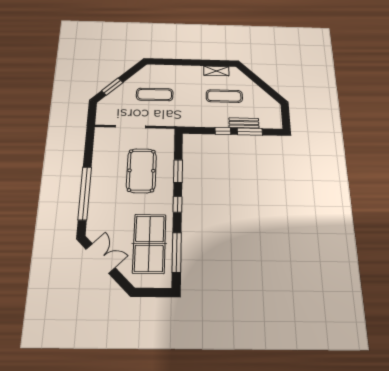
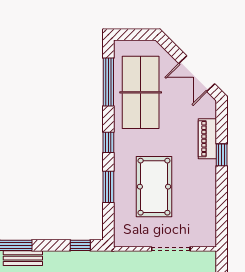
window: (223, 131) -> (80, 245), moved
window: (85, 193) -> (222, 155), width x0.32
piano: (95, 206) -> (207, 139), added

